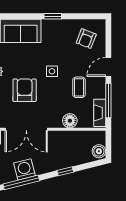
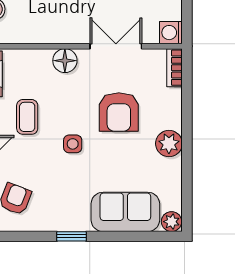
floor lamp: (70, 121) -> (65, 61), moved
double door: (26, 129) -> (116, 46), width x0.73

